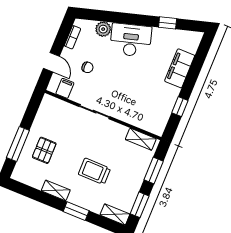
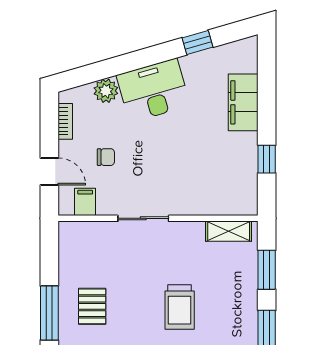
trolley: (95, 171) -> (180, 307), turned -90

